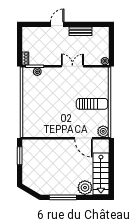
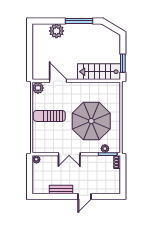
parasol: (51, 99) -> (91, 121), added
stairs: (101, 174) -> (99, 72), moved, turned -90

